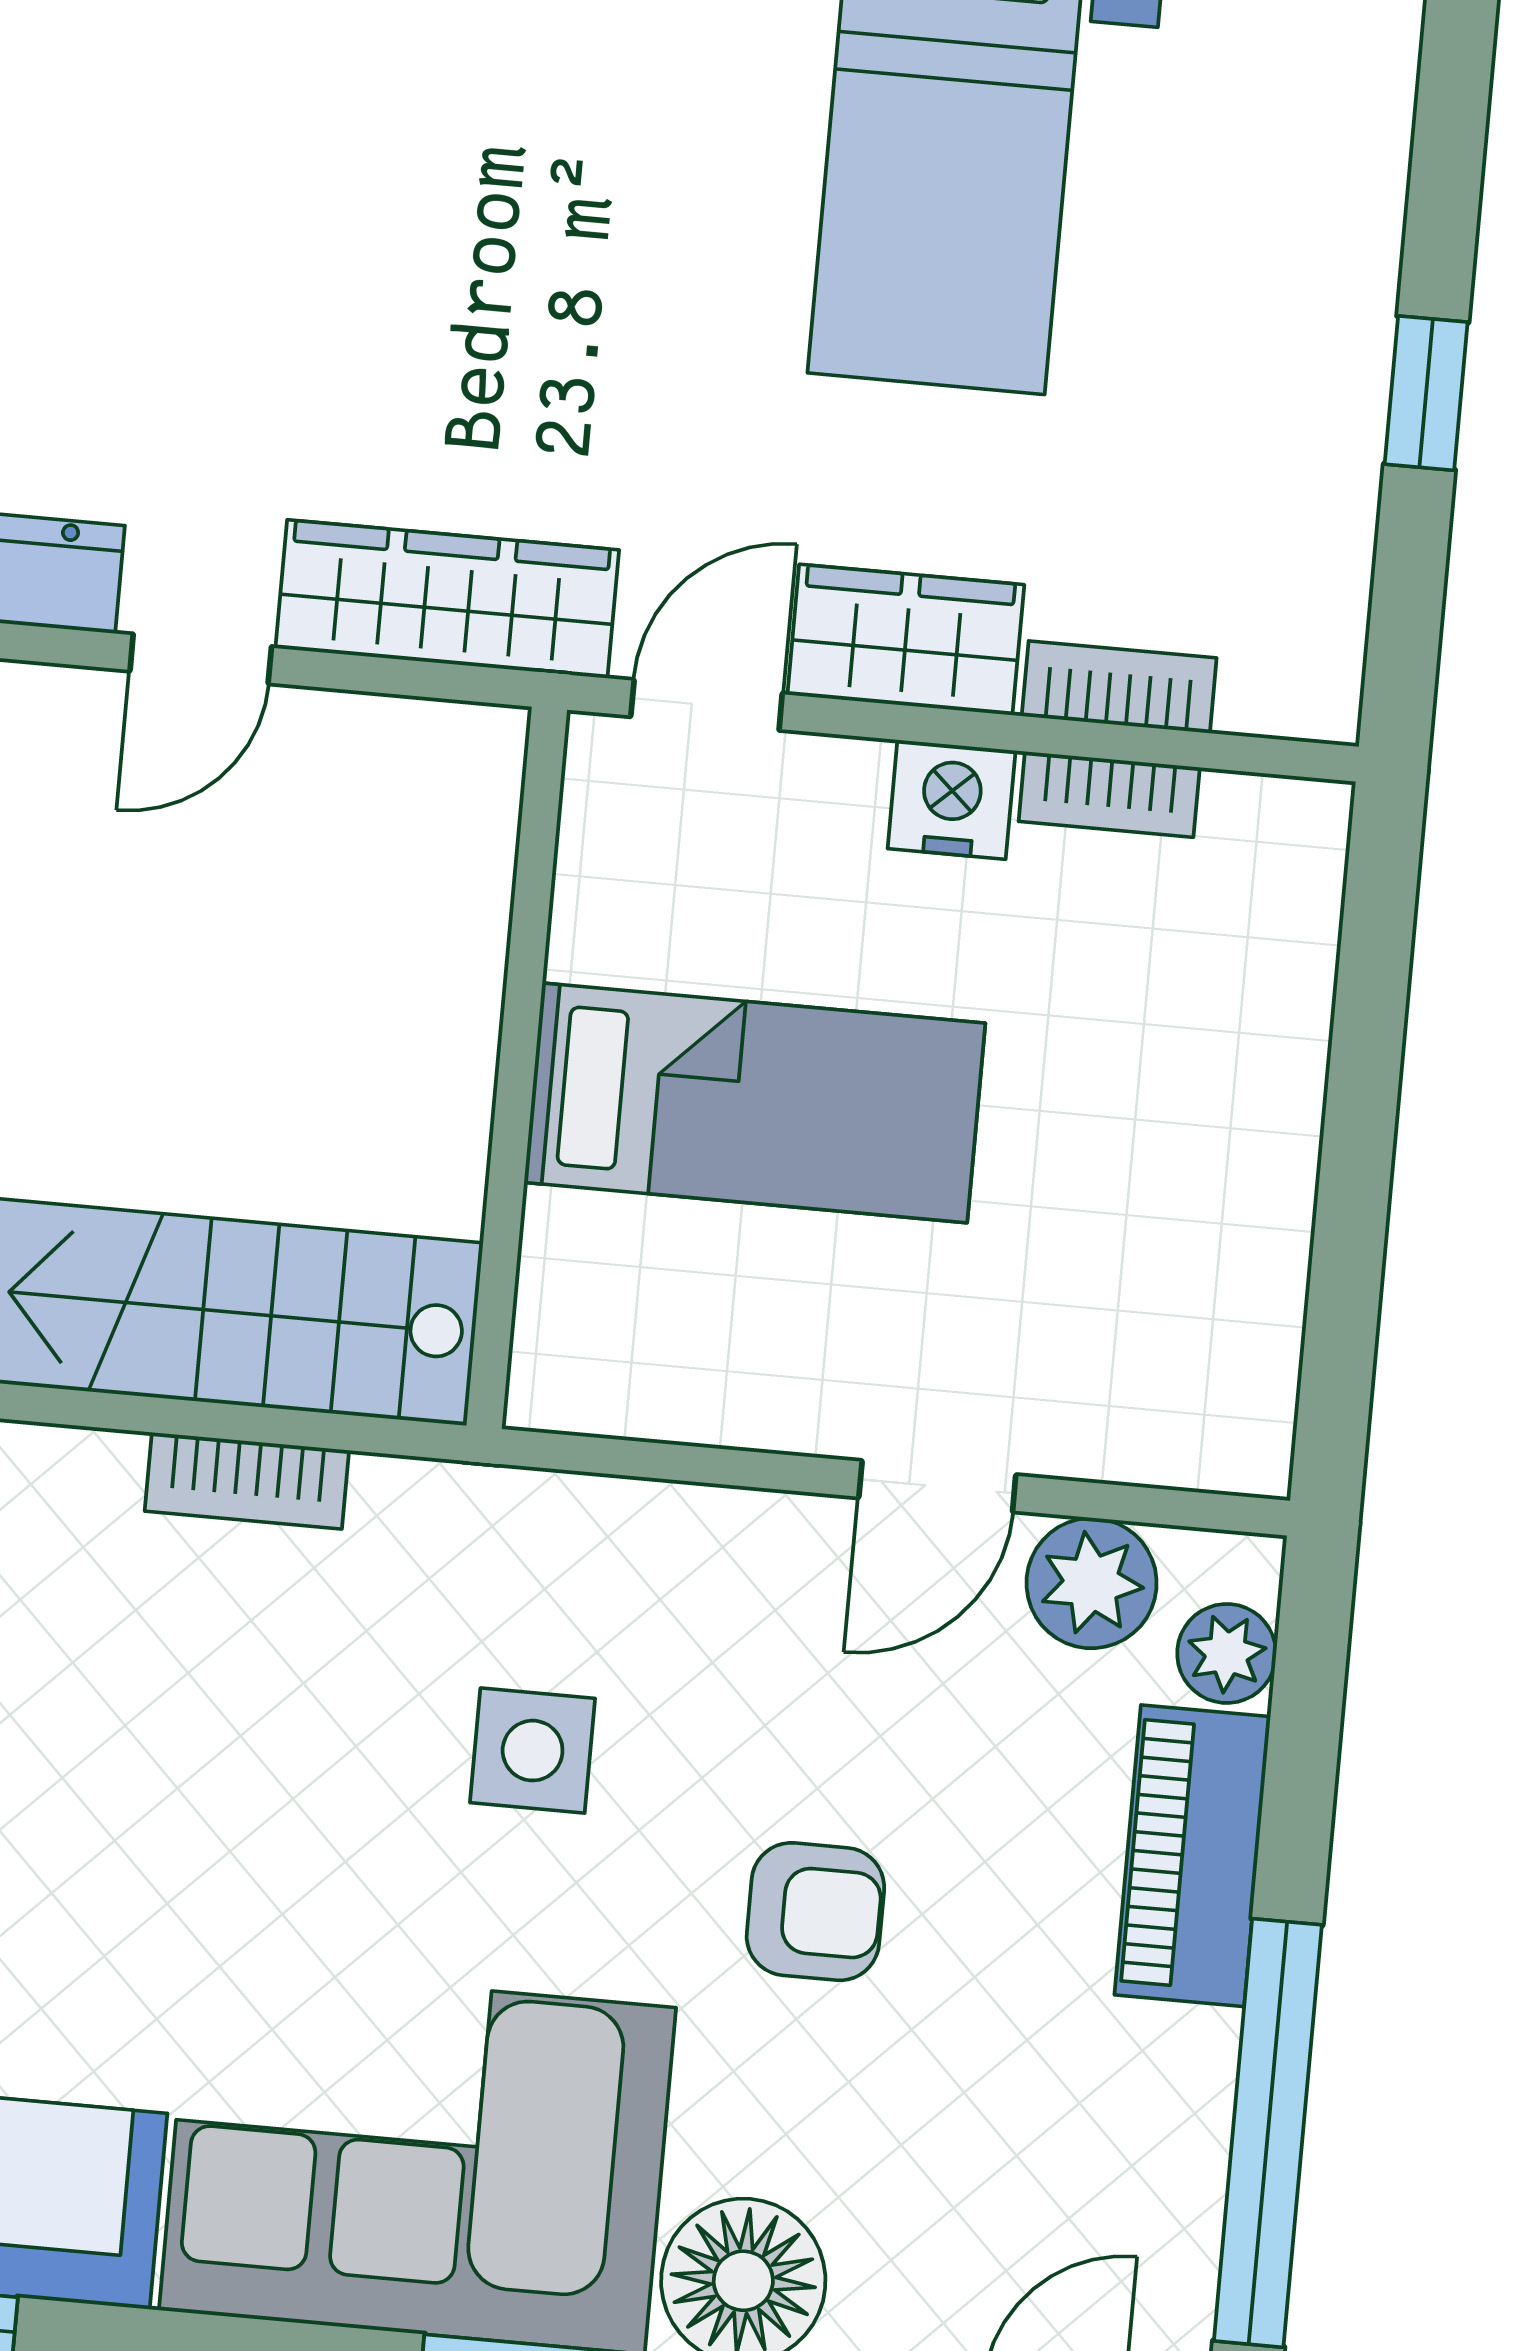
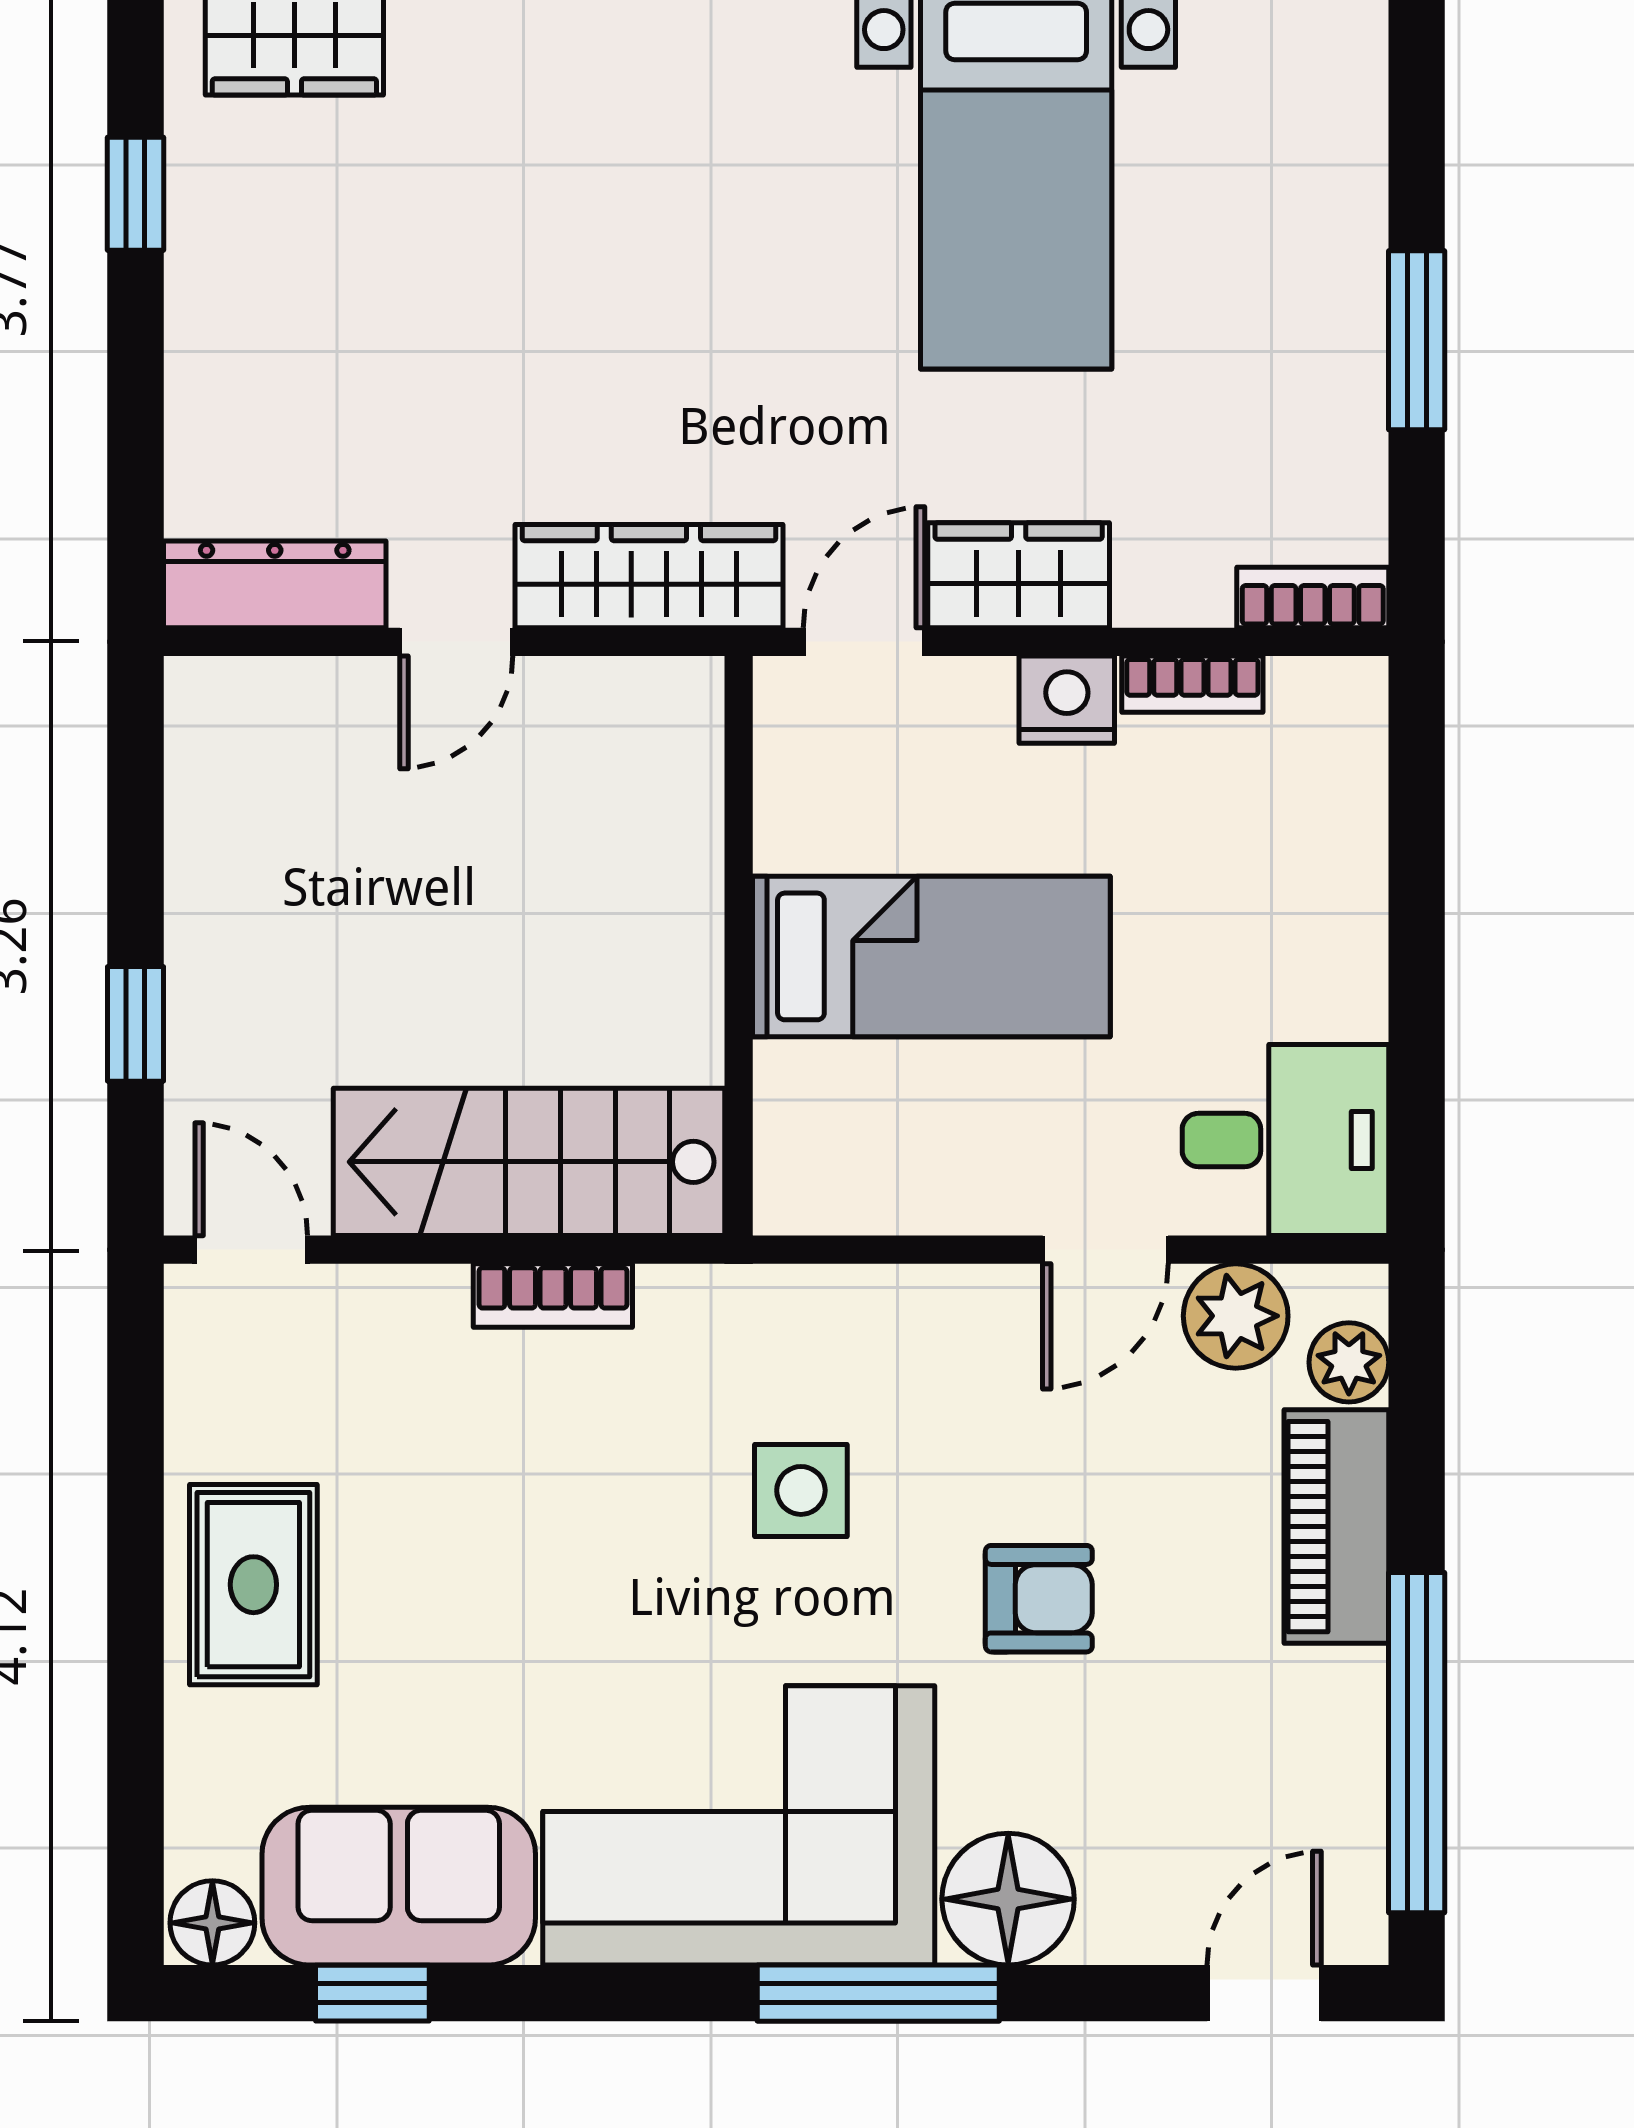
window: (1426, 393) -> (1417, 340), width x1.50
bookcase: (1119, 687) -> (1313, 597), moved
desk: (1173, 1370) -> (1285, 1140), added

